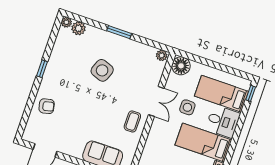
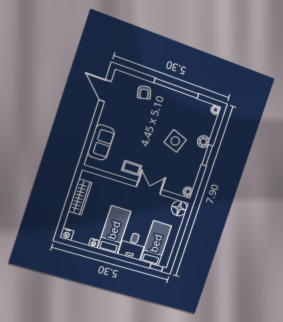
plant: (78, 28) -> (203, 142), moved
window: (42, 69) -> (176, 88), width x3.17
double door: (156, 101) -> (149, 188), swing flipped
side table: (187, 107) -> (144, 215), removed

